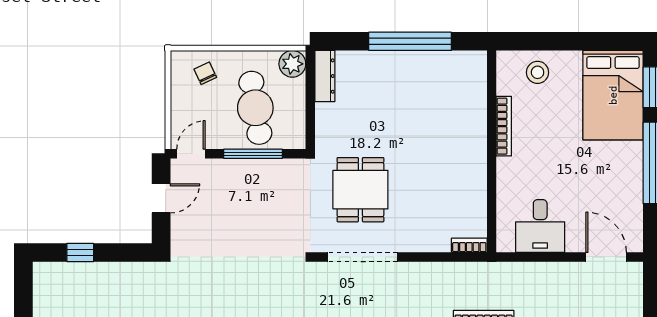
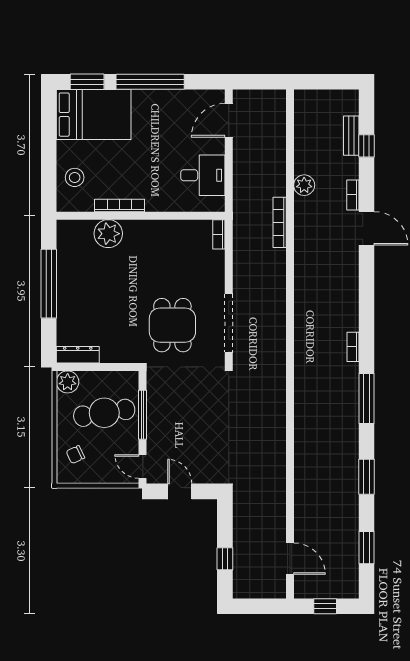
plant: (470, 113) -> (108, 234), added
dining table: (360, 190) -> (172, 325), turned 90

